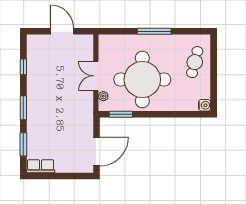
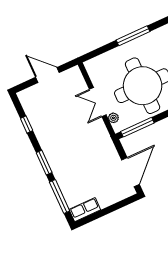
window: (121, 114) -> (137, 127), width x1.44
window: (23, 144) -> (60, 197), width x1.44

